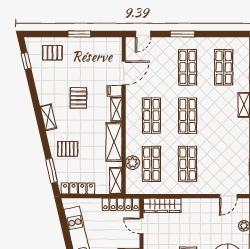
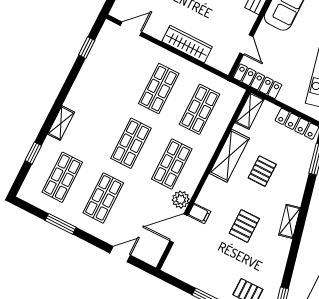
door: (143, 34) -> (120, 254), moved
window: (182, 34) -> (61, 224), moved
shelving: (116, 109) -> (208, 191), removed
pallet: (68, 149) -> (262, 171), moved, turned 90
plant: (133, 163) -> (181, 200), moved
wardrobe: (162, 205) -> (187, 44), moved

